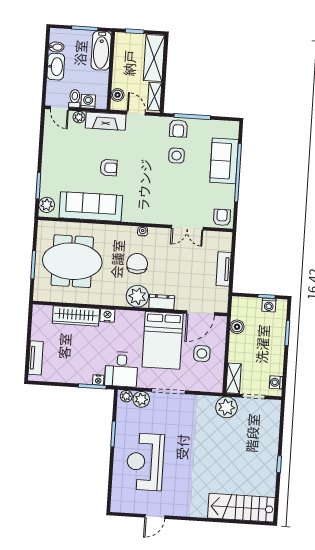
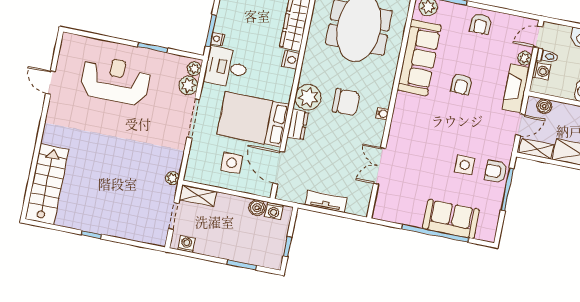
armchair: (222, 217) -> (480, 24), moved, turned 90
washing machine: (269, 305) -> (274, 211), moved, turned -90
plant: (226, 407) -> (172, 178), width x0.53, depth x0.53

